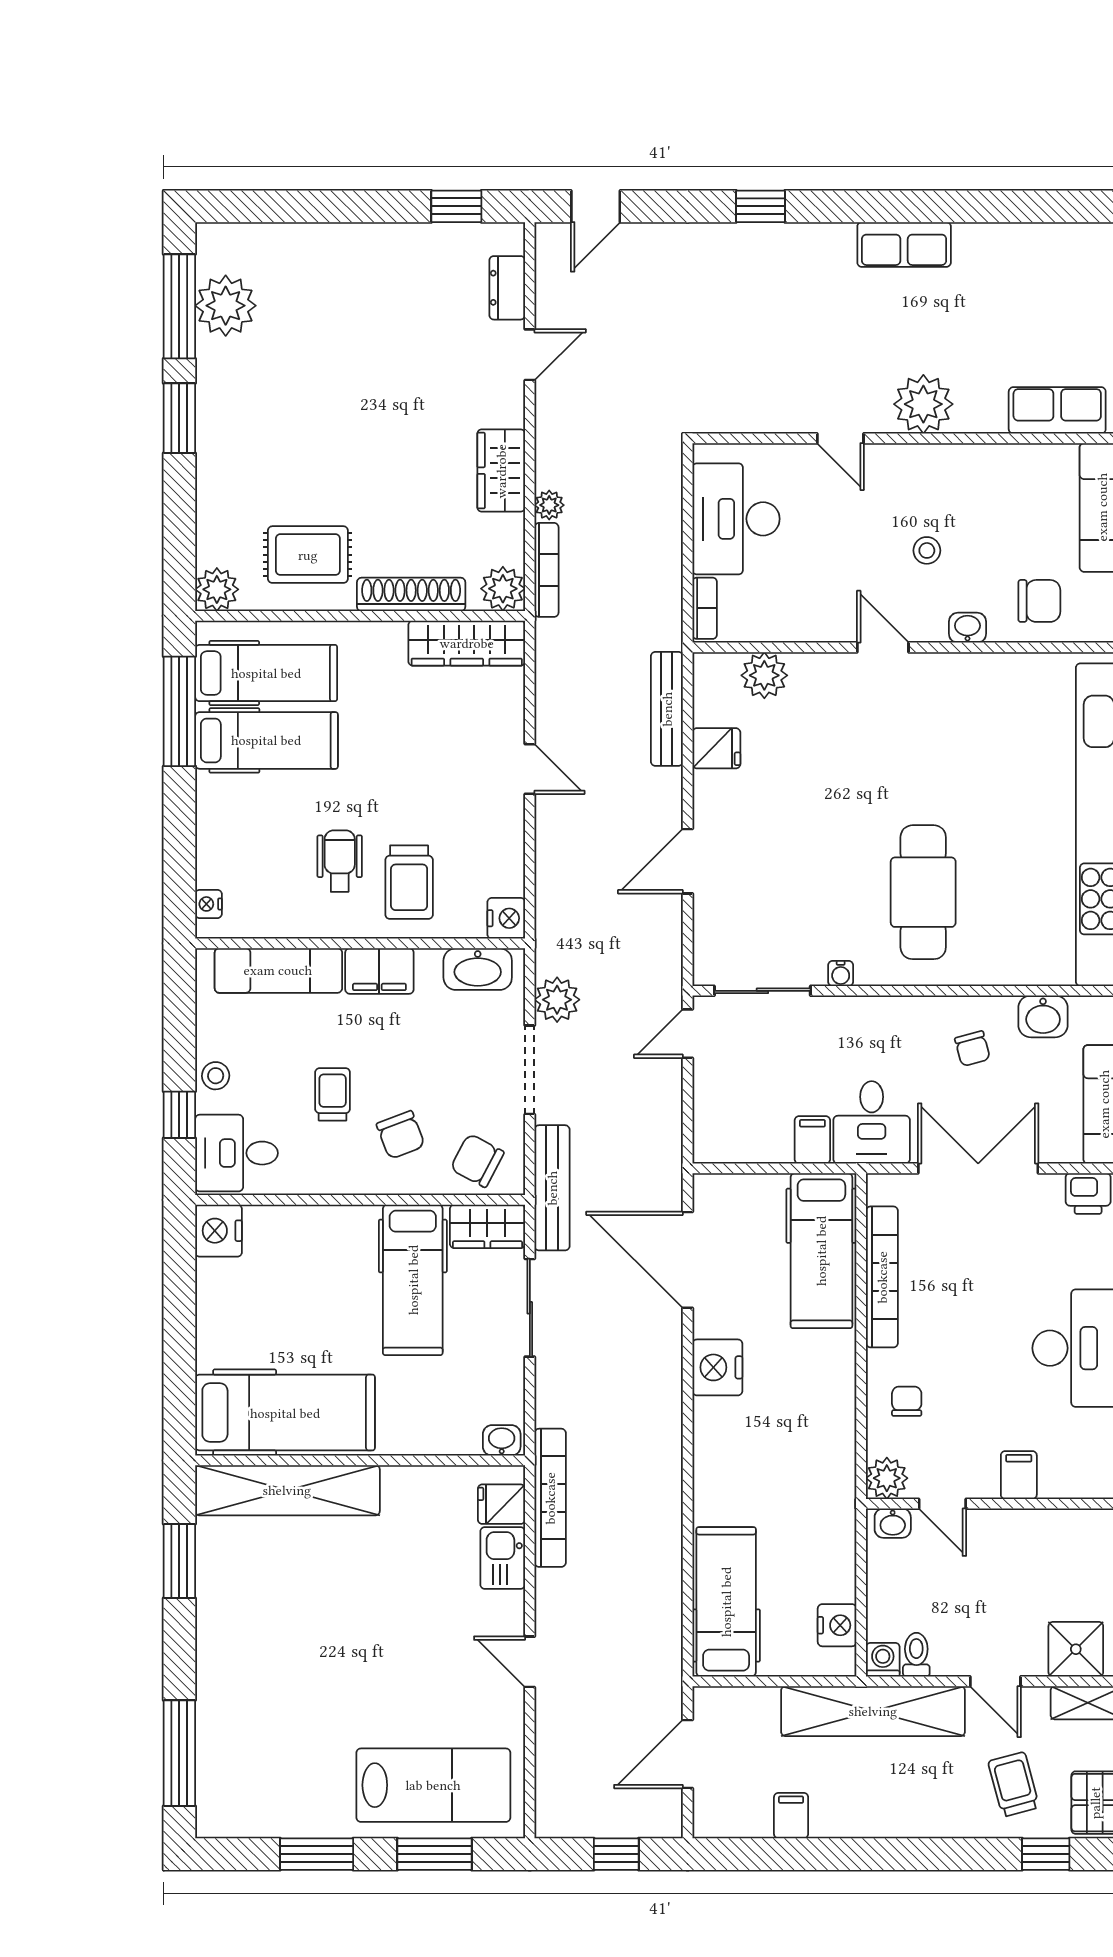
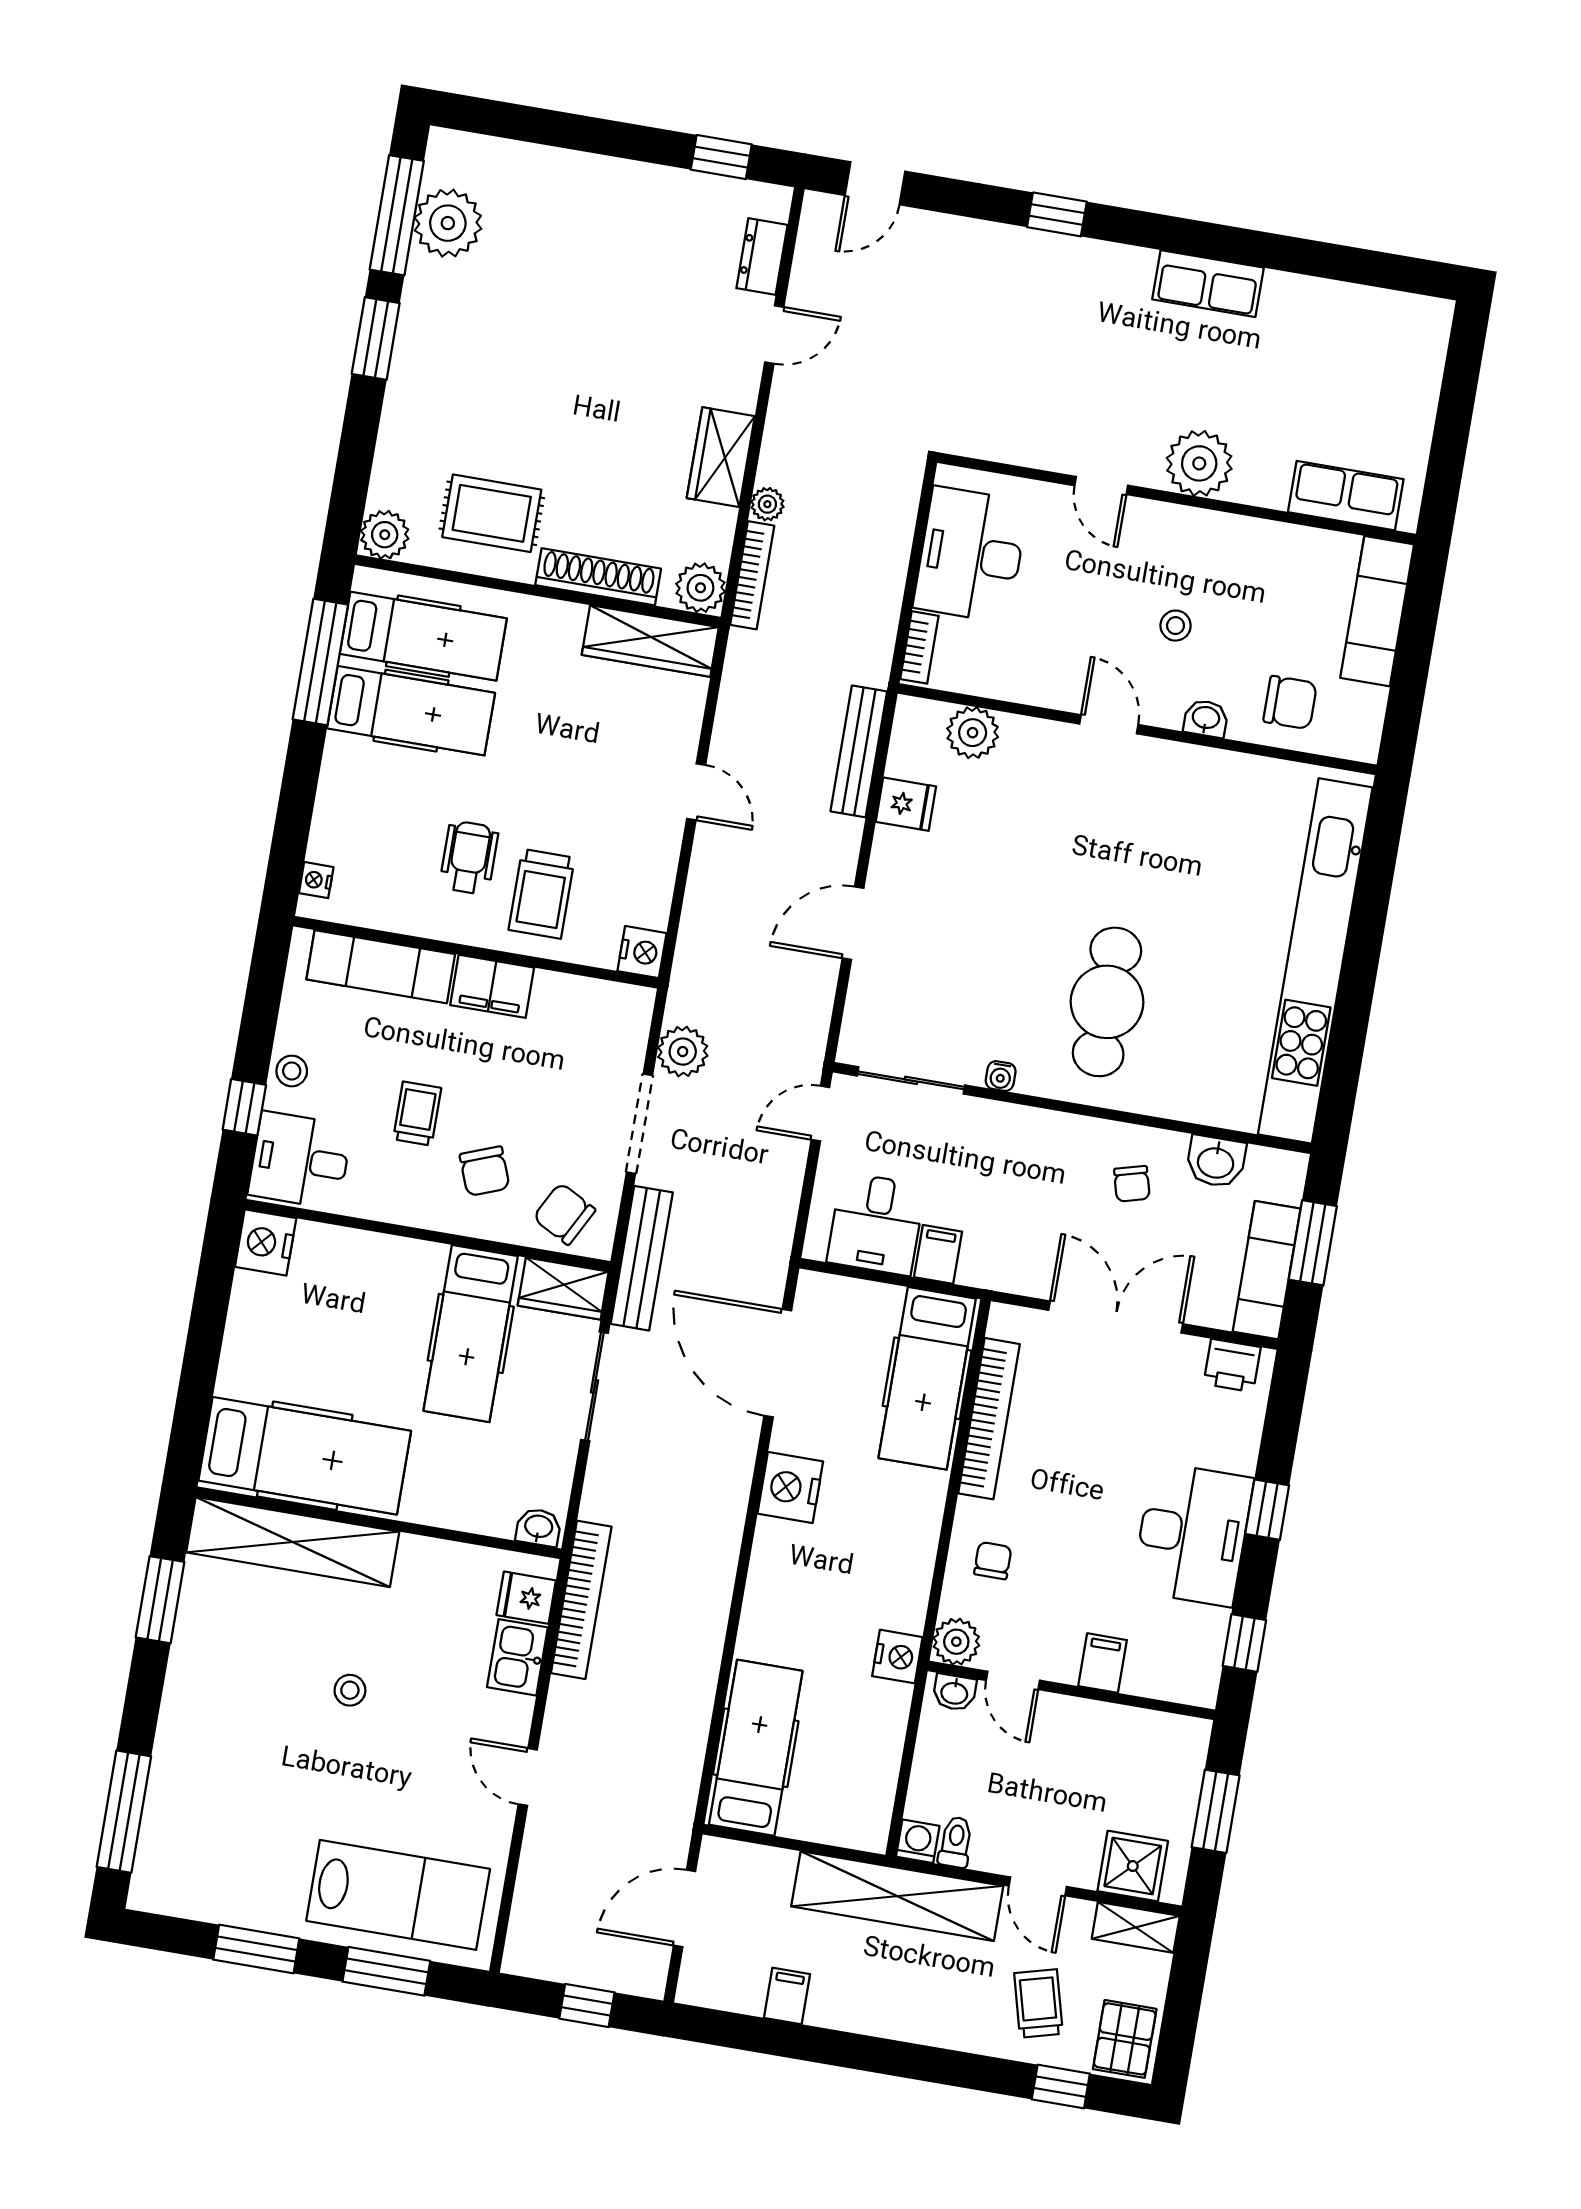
washbasin: (478, 969) -> (601, 1003), removed
desk: (872, 1122) -> (876, 1224), moved
stool: (360, 1612) -> (350, 1690), added
nightstand: (837, 1625) -> (897, 1657), moved

